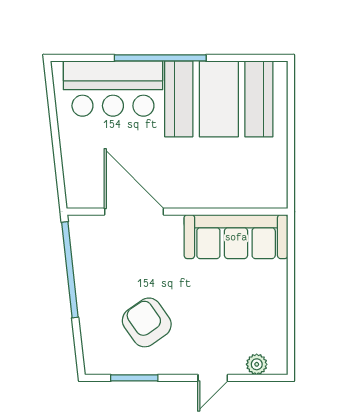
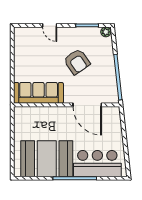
armchair: (147, 322) -> (77, 62), moved
plant: (257, 364) -> (106, 32), moved
door: (213, 378) -> (50, 25), swing flipped

